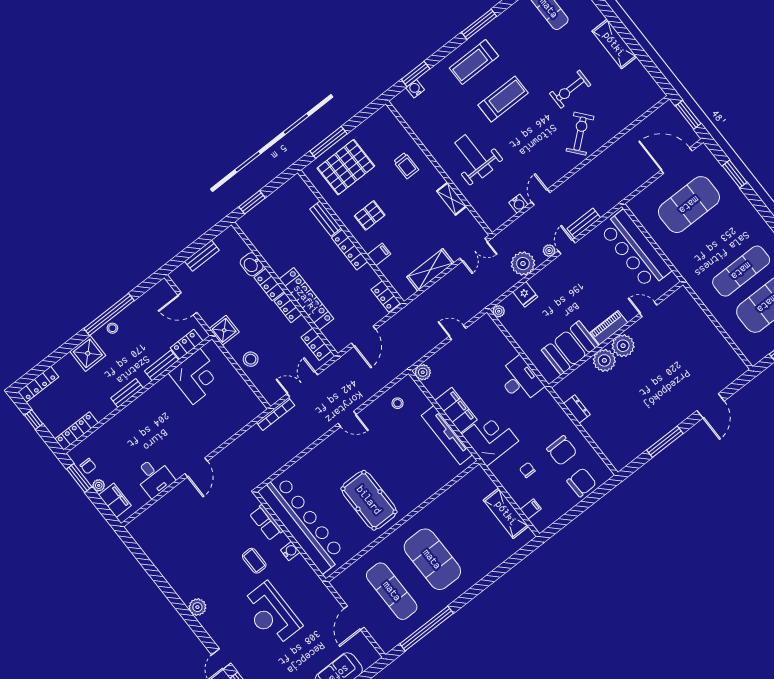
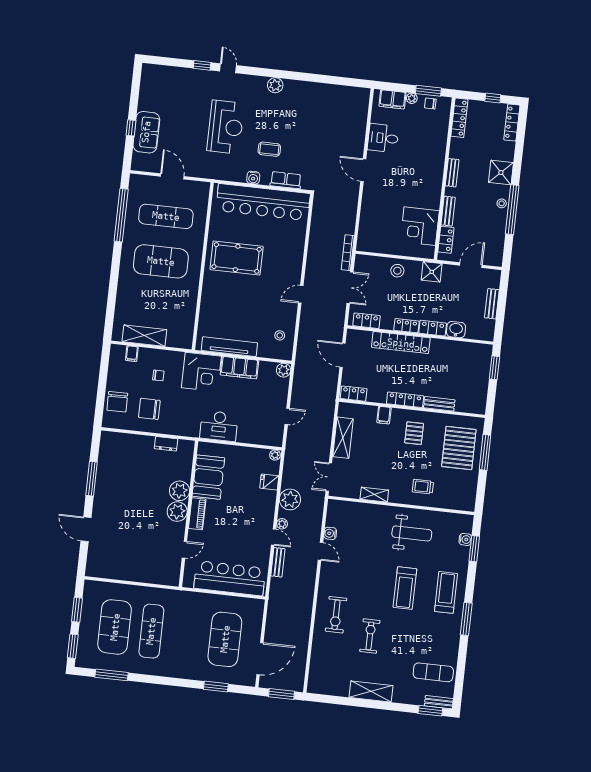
exercise bike: (580, 134) -> (336, 615), turned 40
weight bench: (474, 156) -> (412, 533), moved
reception desk: (271, 614) -> (226, 127), turned 90

